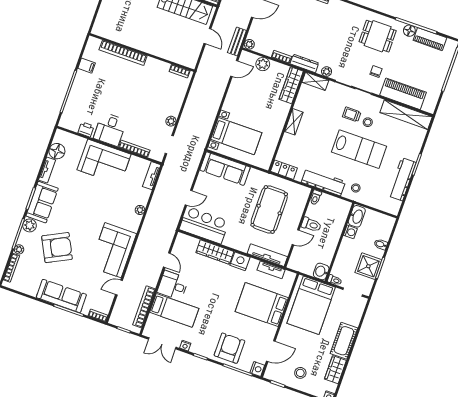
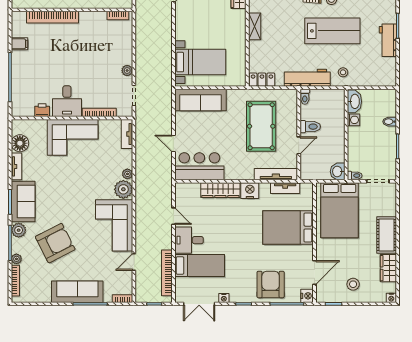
workbench: (402, 179) -> (388, 40), width x0.73
door: (189, 198) -> (173, 144), swing flipped
plant: (132, 222) -> (123, 189), added
shower: (368, 266) -> (385, 149), removed

